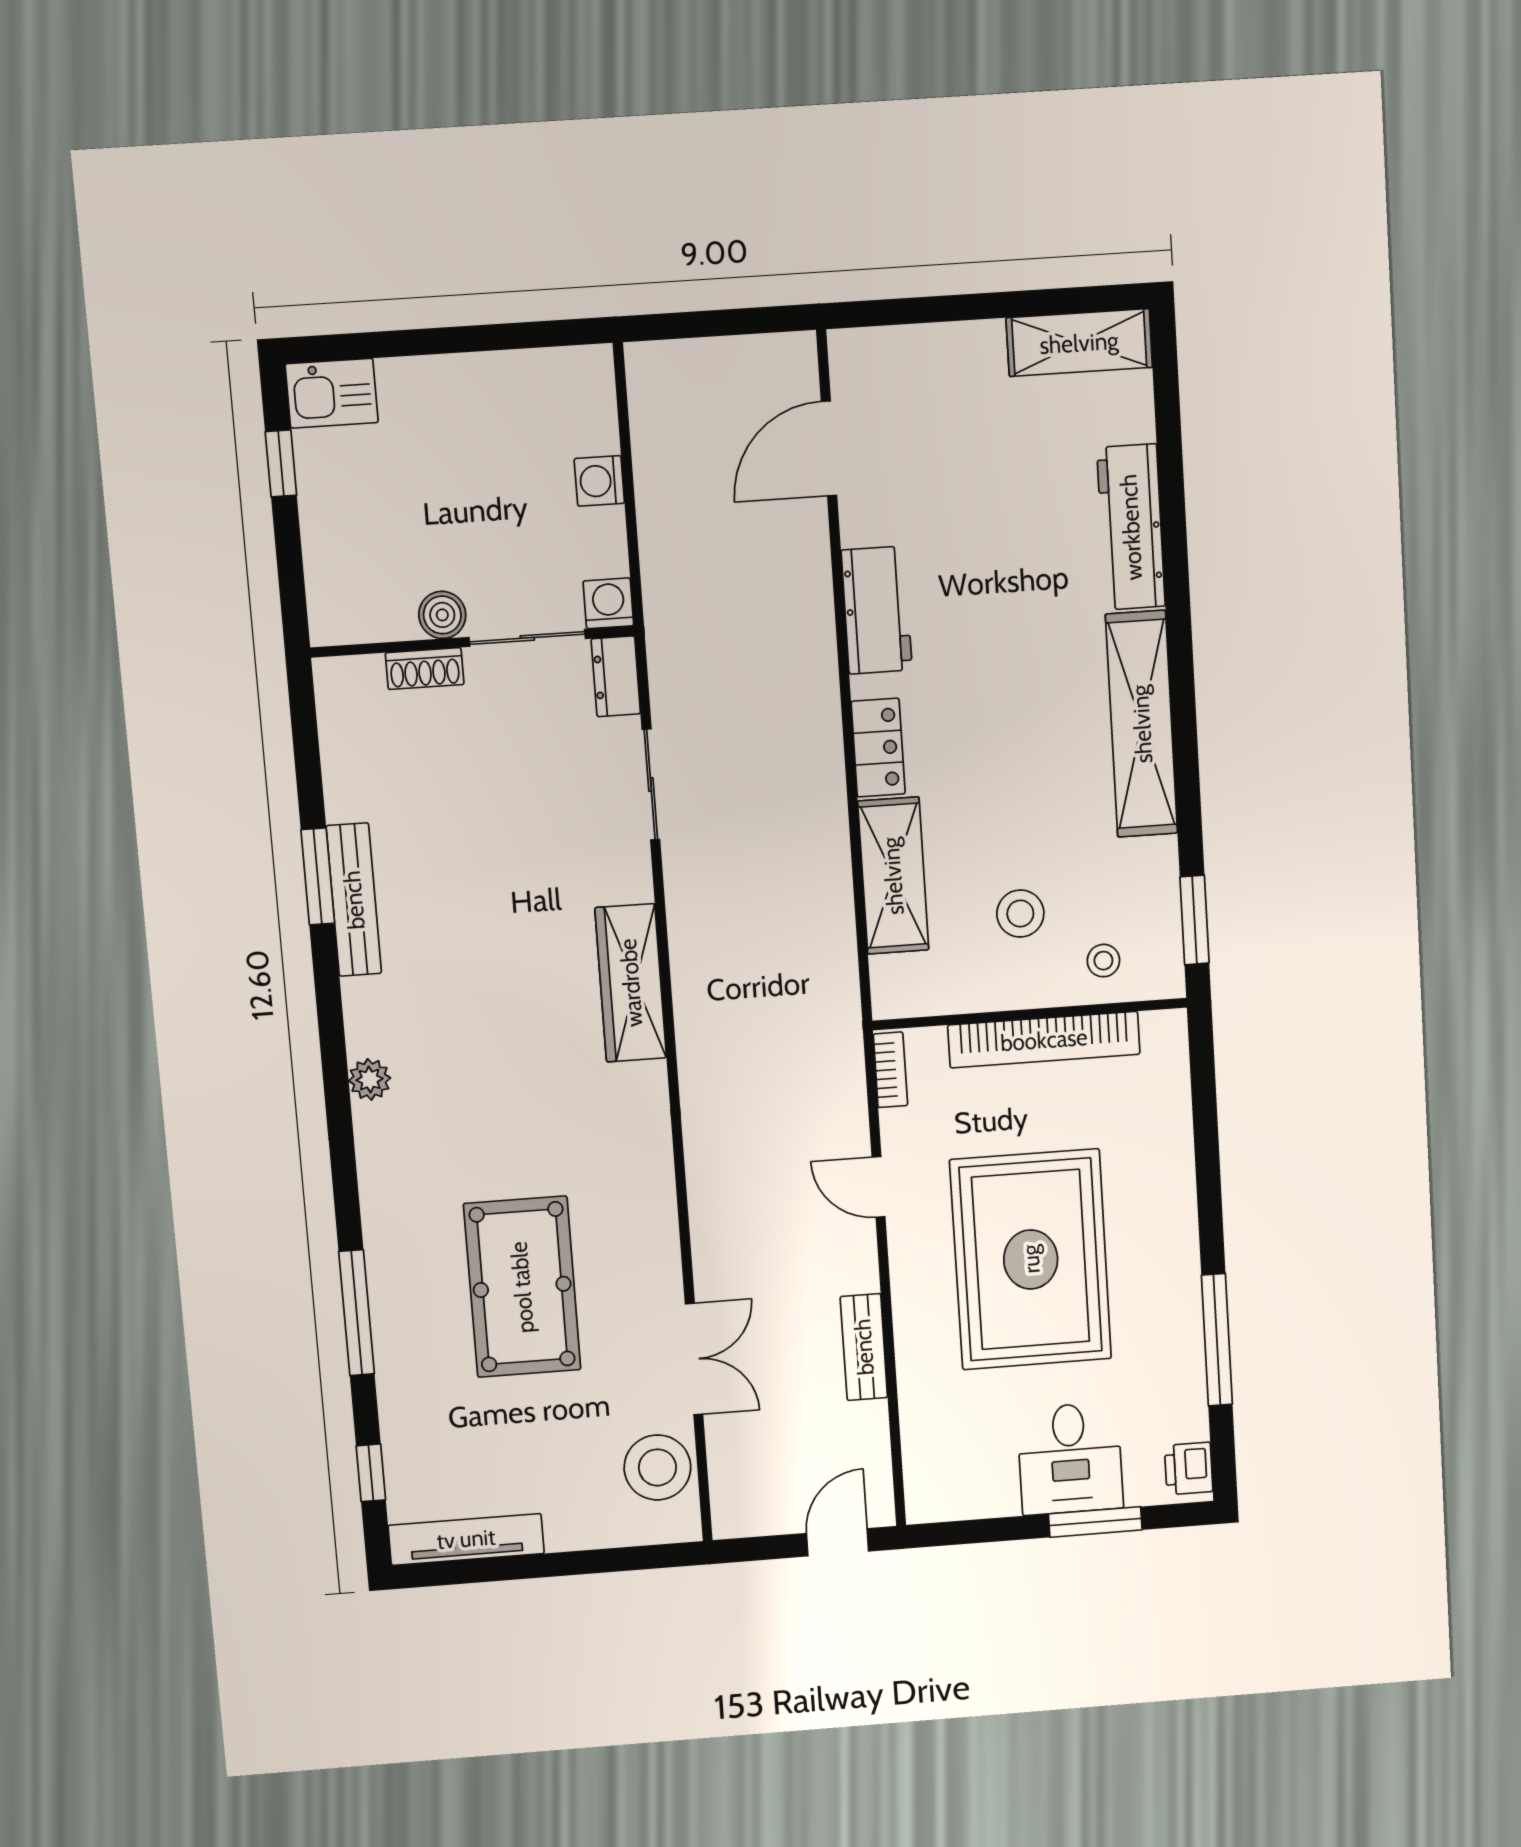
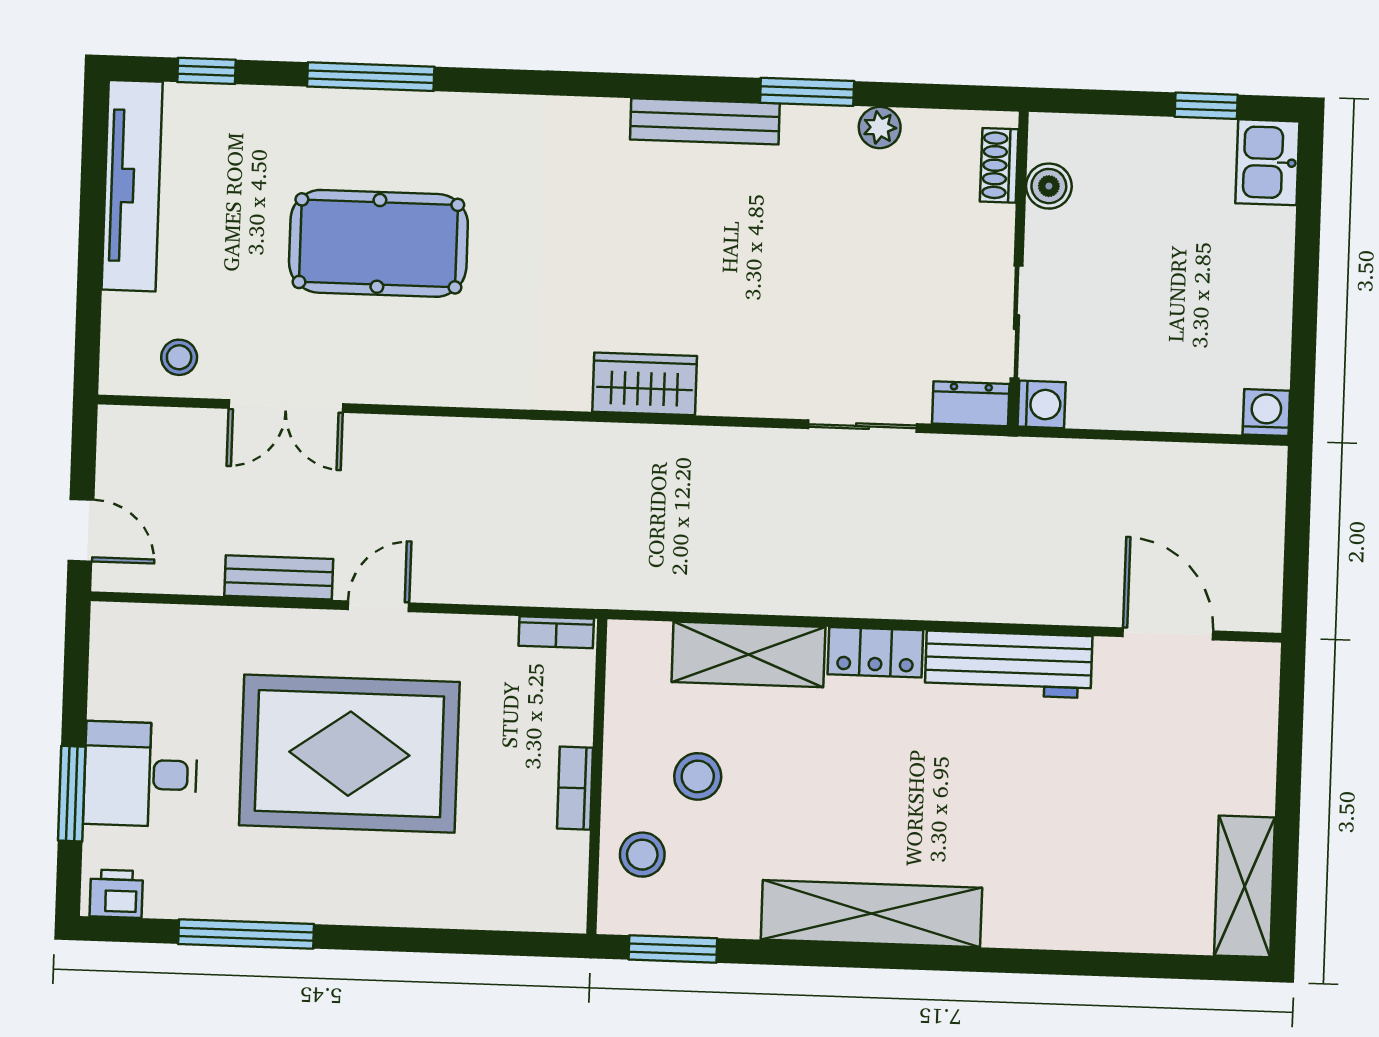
washing machine: (599, 481) -> (1266, 413), moved
workbench: (1131, 527) -> (1064, 921), removed
workbench: (877, 610) -> (1009, 664), width x1.38
boiler: (442, 615) -> (1049, 186), moved
shoe rack: (425, 669) -> (999, 165), moved
bench: (354, 900) -> (705, 121), moved
stool: (1103, 961) -> (642, 855), width x1.37, depth x1.37
wardrobe: (631, 983) -> (645, 384), width x0.67
bookcase: (1044, 1040) -> (575, 788), width x0.43, depth x0.76
plant: (370, 1079) -> (880, 127), moved
door: (878, 1187) -> (379, 606), moved
stool: (657, 1467) -> (179, 357), width x0.53, depth x0.53
tv unit: (466, 1539) -> (132, 186), width x1.36, depth x1.29

